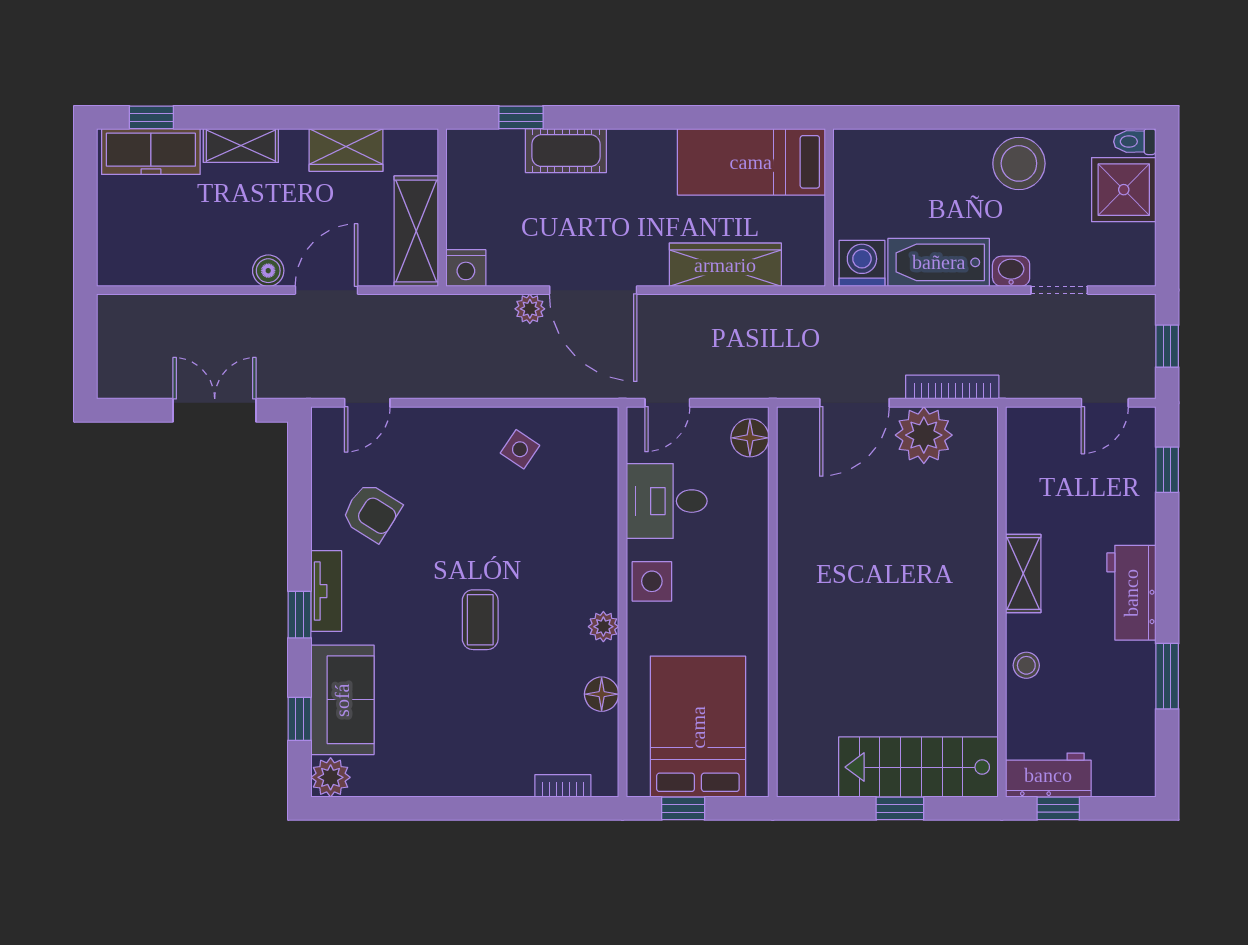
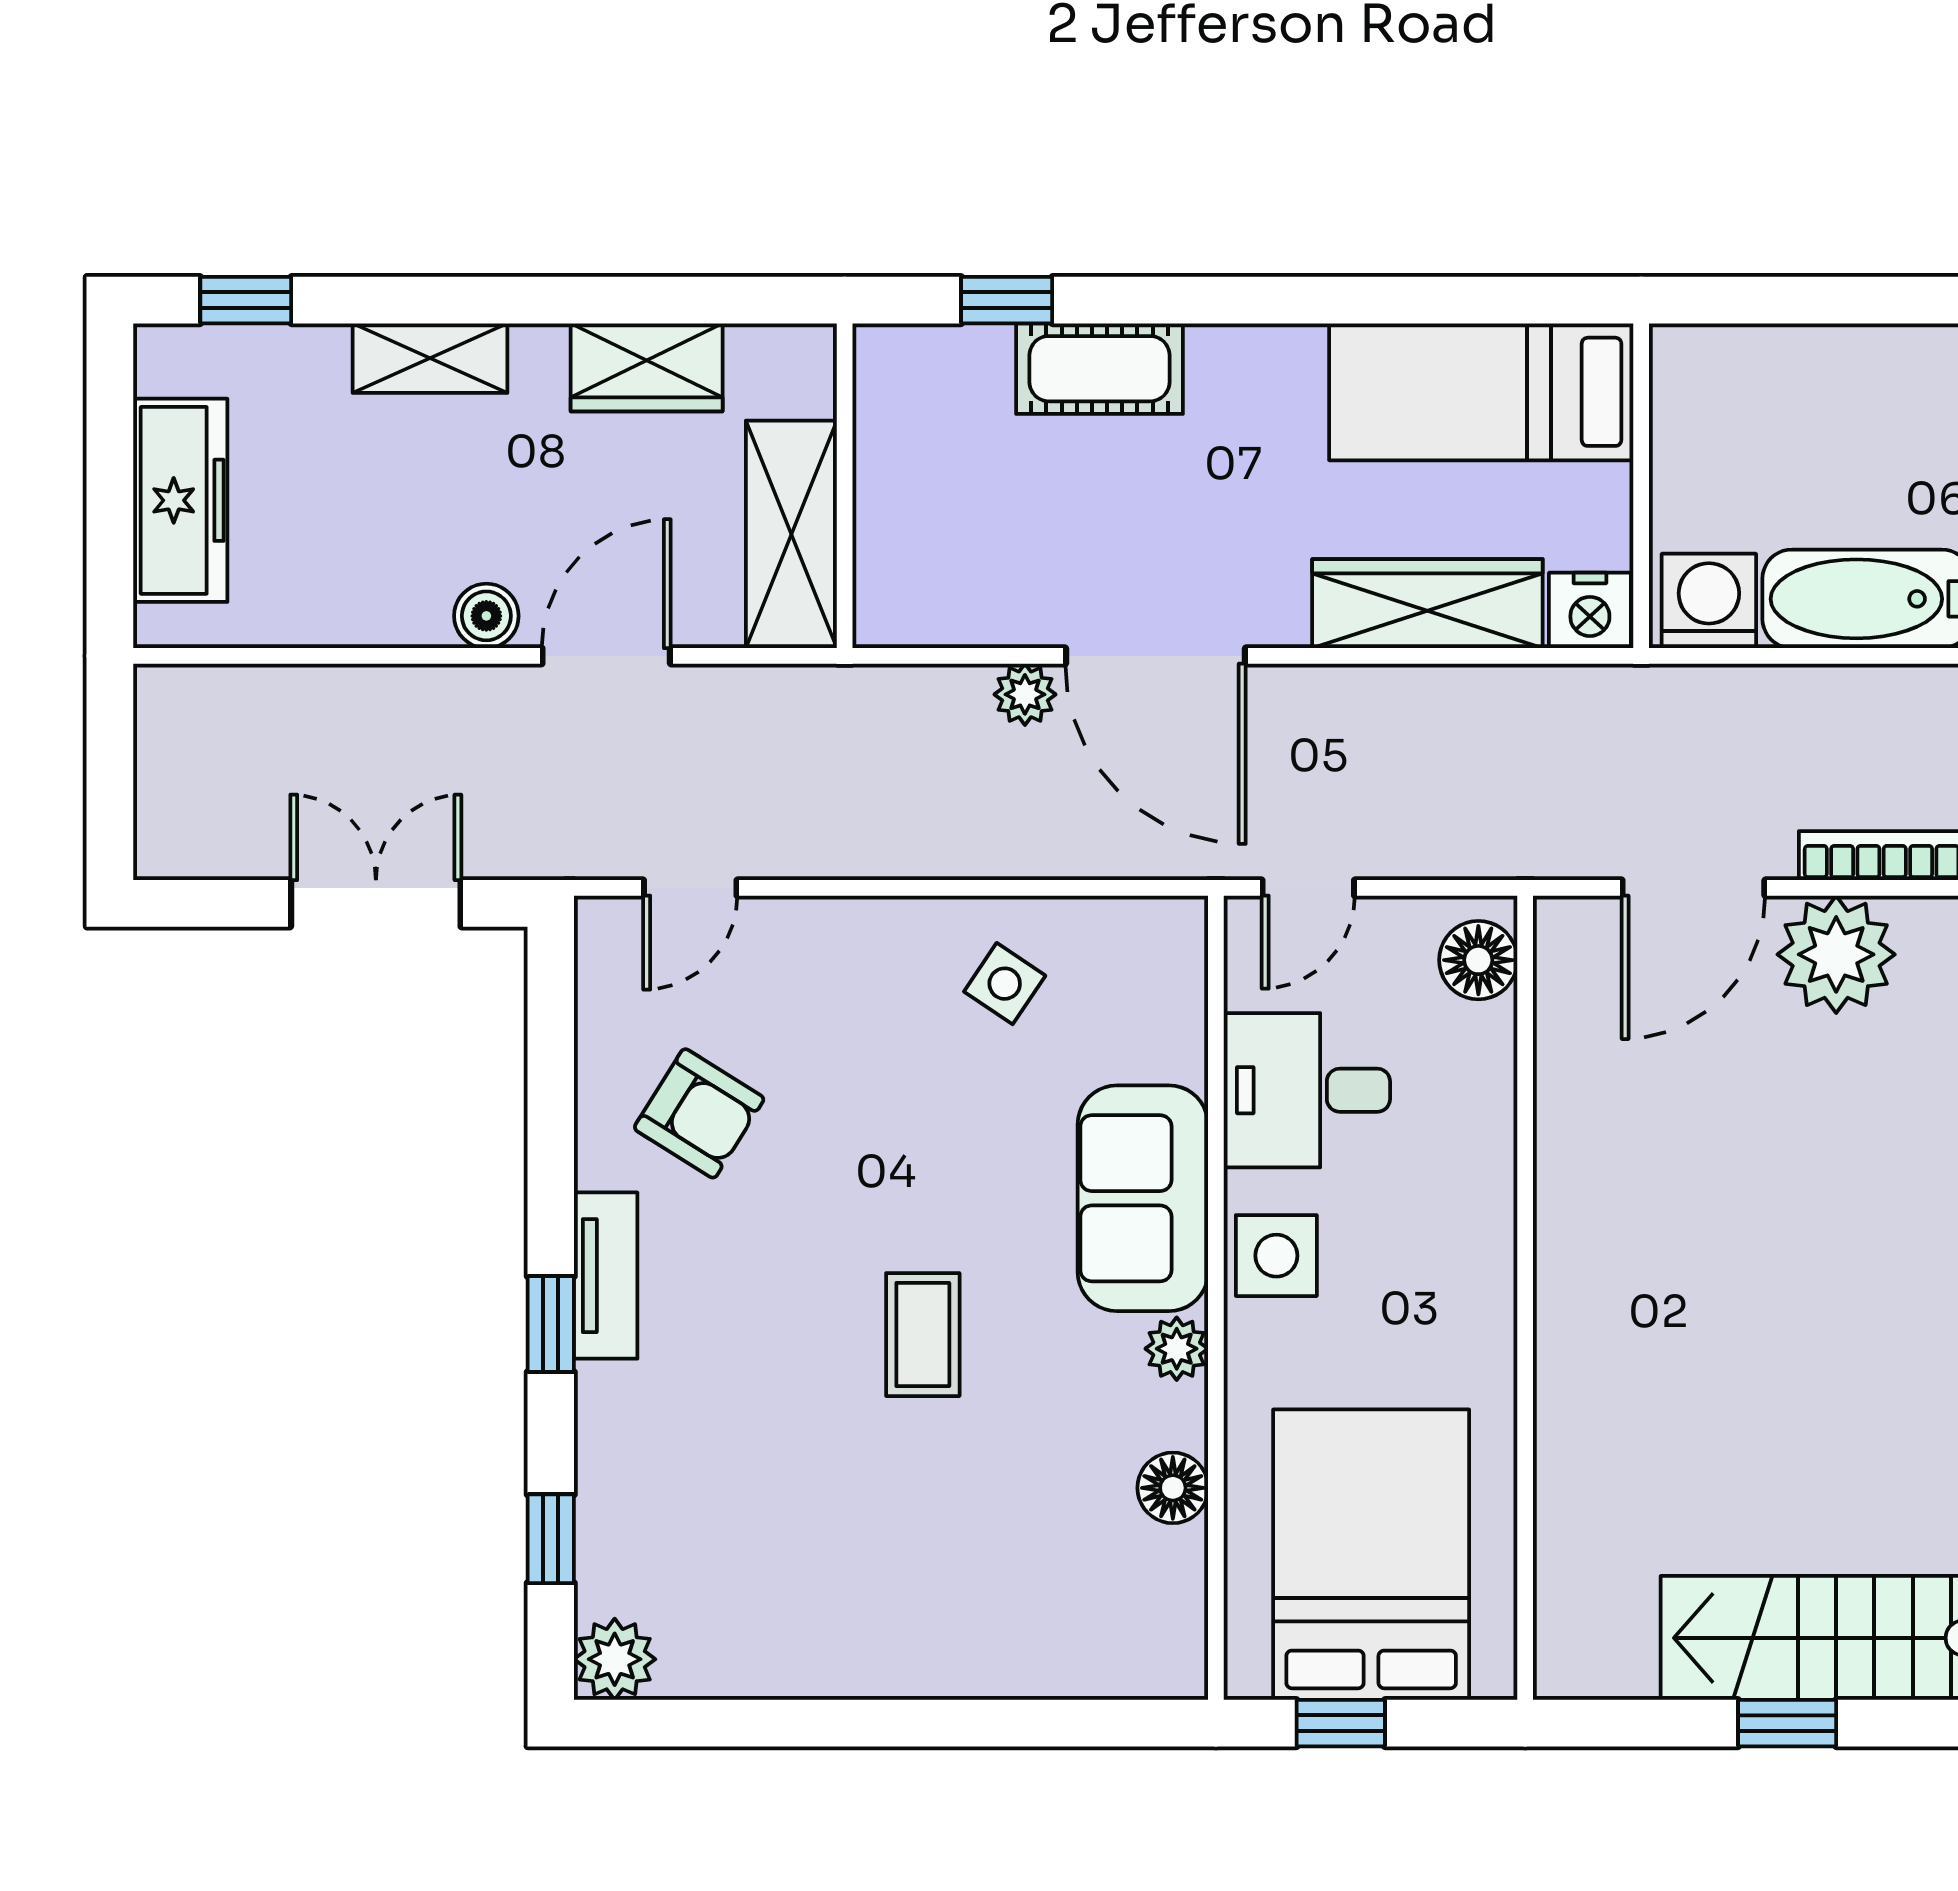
freezer: (151, 151) -> (180, 500), moved, turned -90
nightstand: (466, 268) -> (1590, 610), moved
sofa: (342, 700) -> (1143, 1198), moved, turned 180
bookcase: (563, 786) -> (1093, 1677), removed

